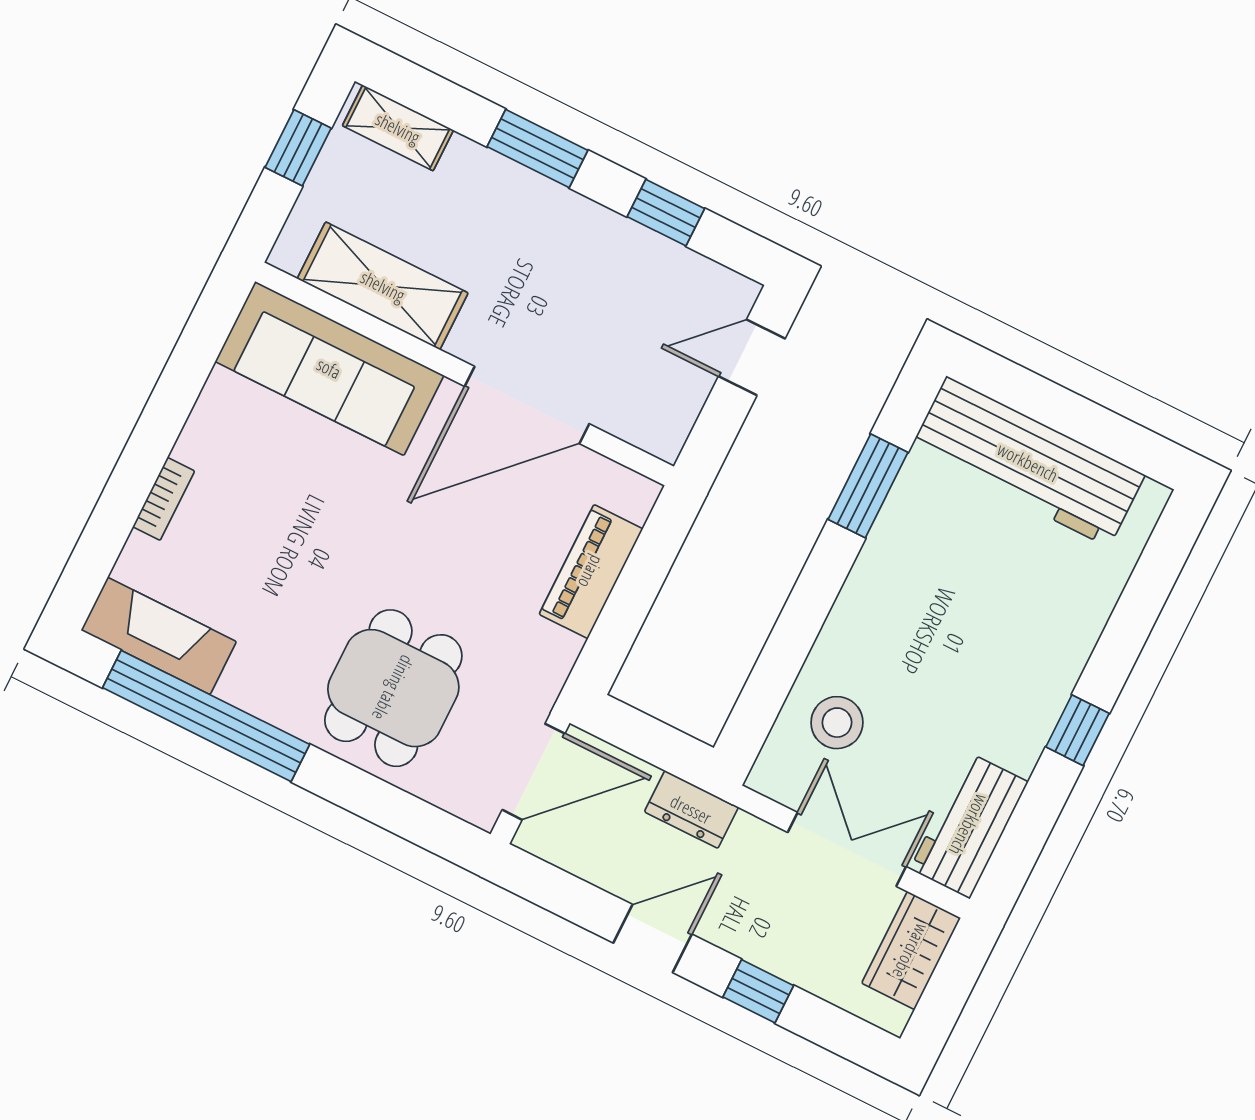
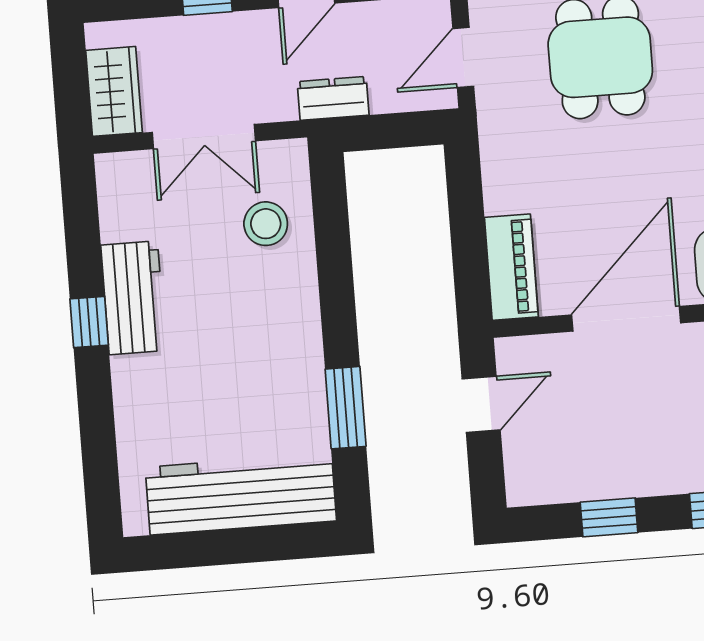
door: (752, 357) -> (481, 404), moved
piano: (591, 572) -> (511, 267), moved
door: (534, 772) -> (463, 57), width x0.73
workbench: (969, 825) -> (133, 298), moved

